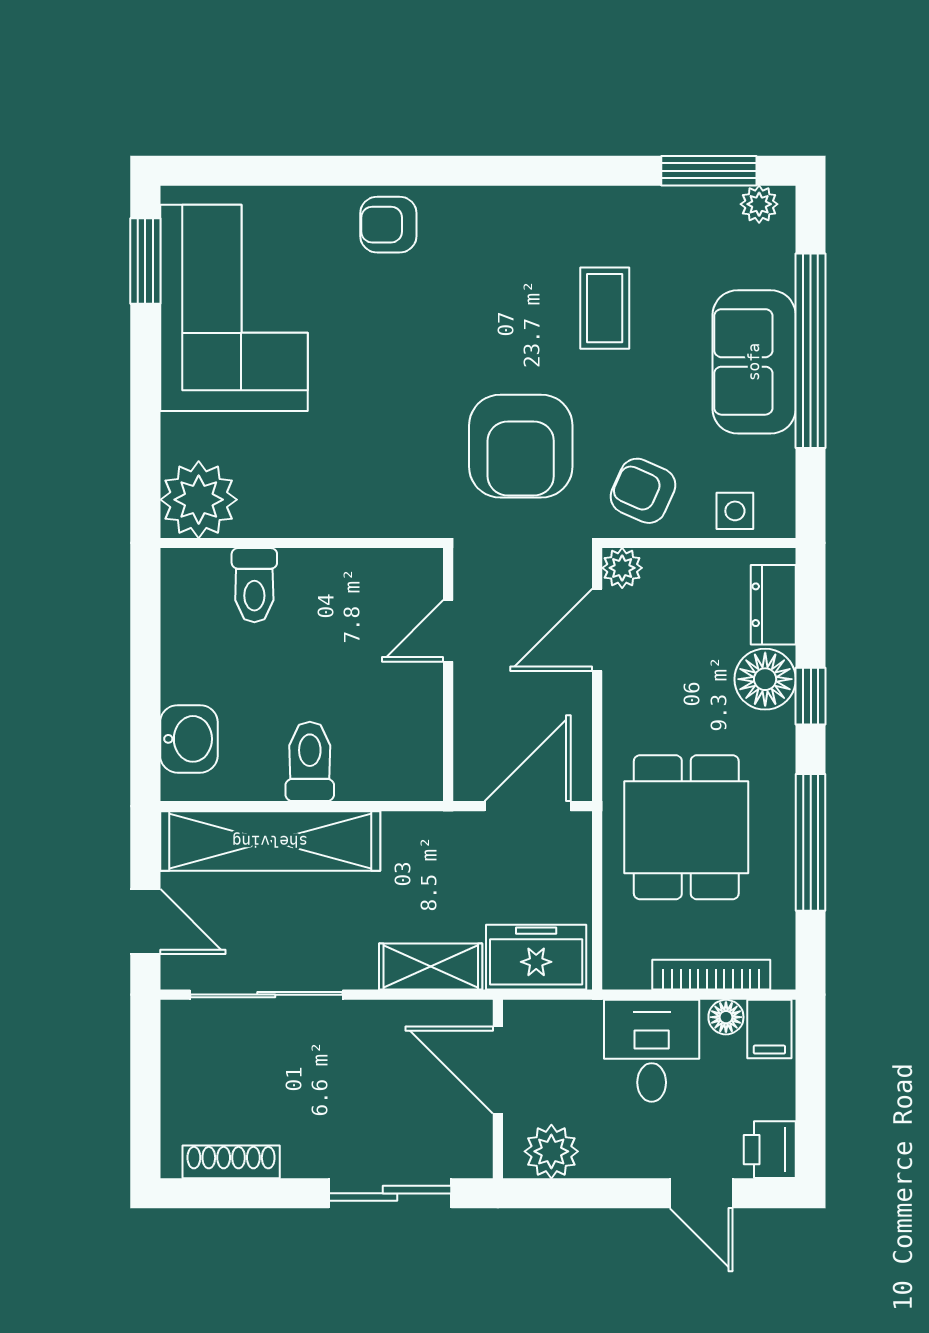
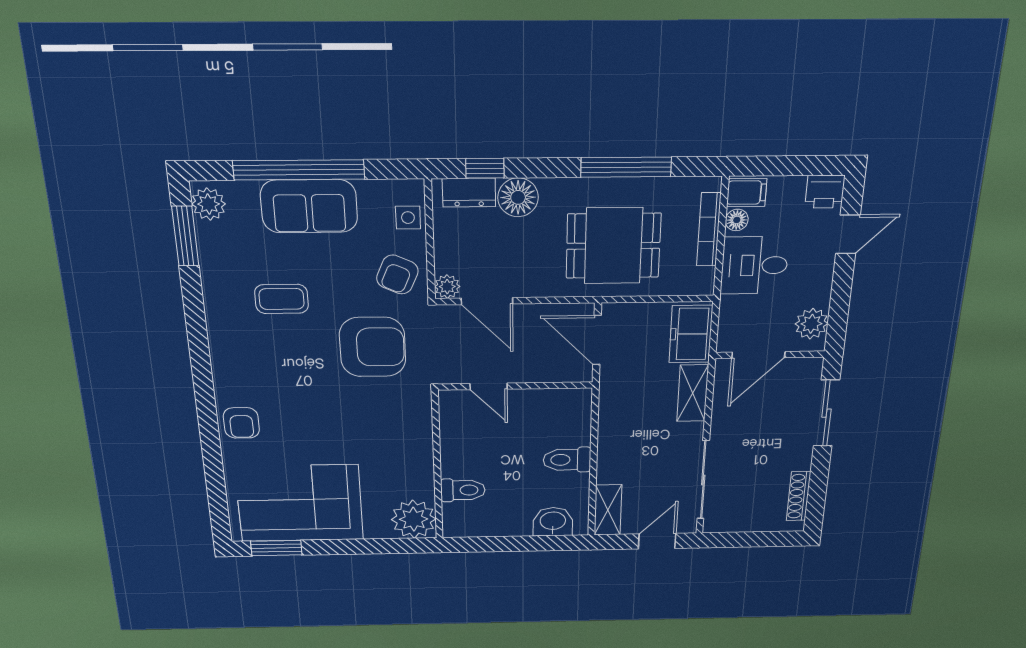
plant: (759, 204) -> (209, 204), width x1.38, depth x1.38
window: (811, 696) -> (485, 168), moved
shelving: (270, 841) -> (608, 510), width x0.45, depth x0.75

